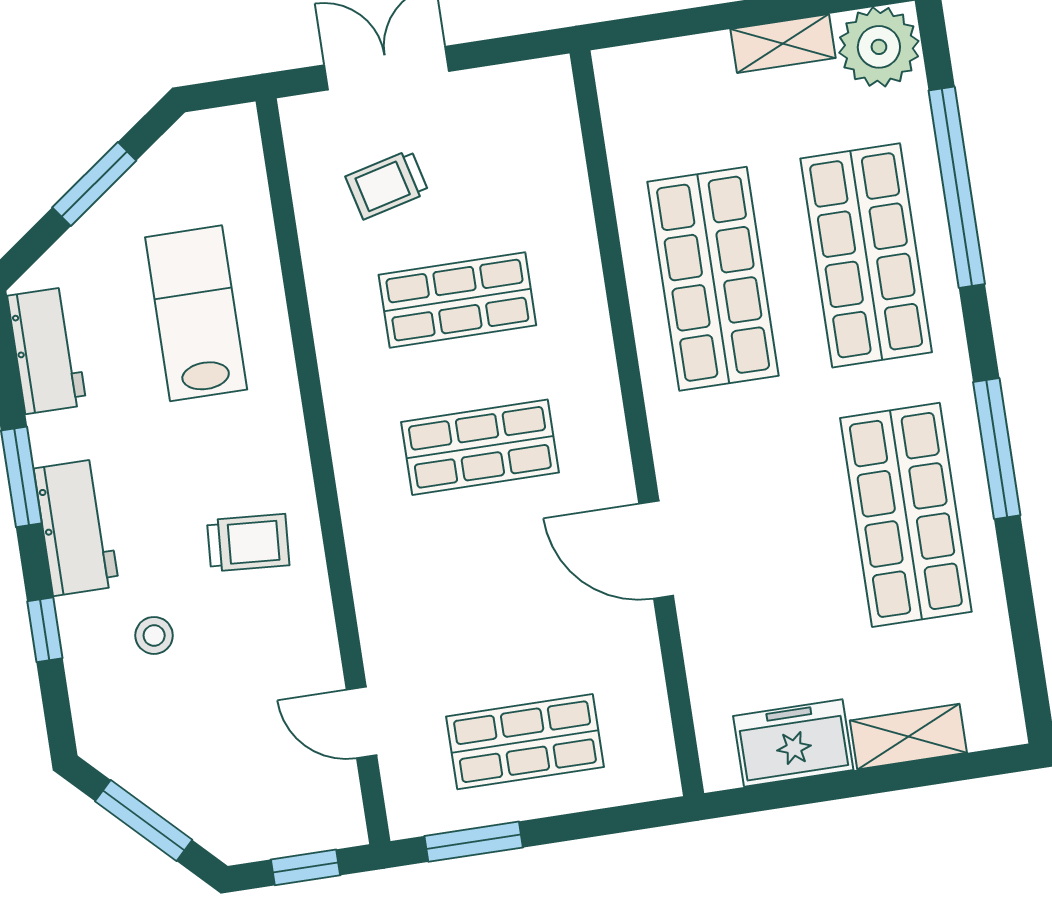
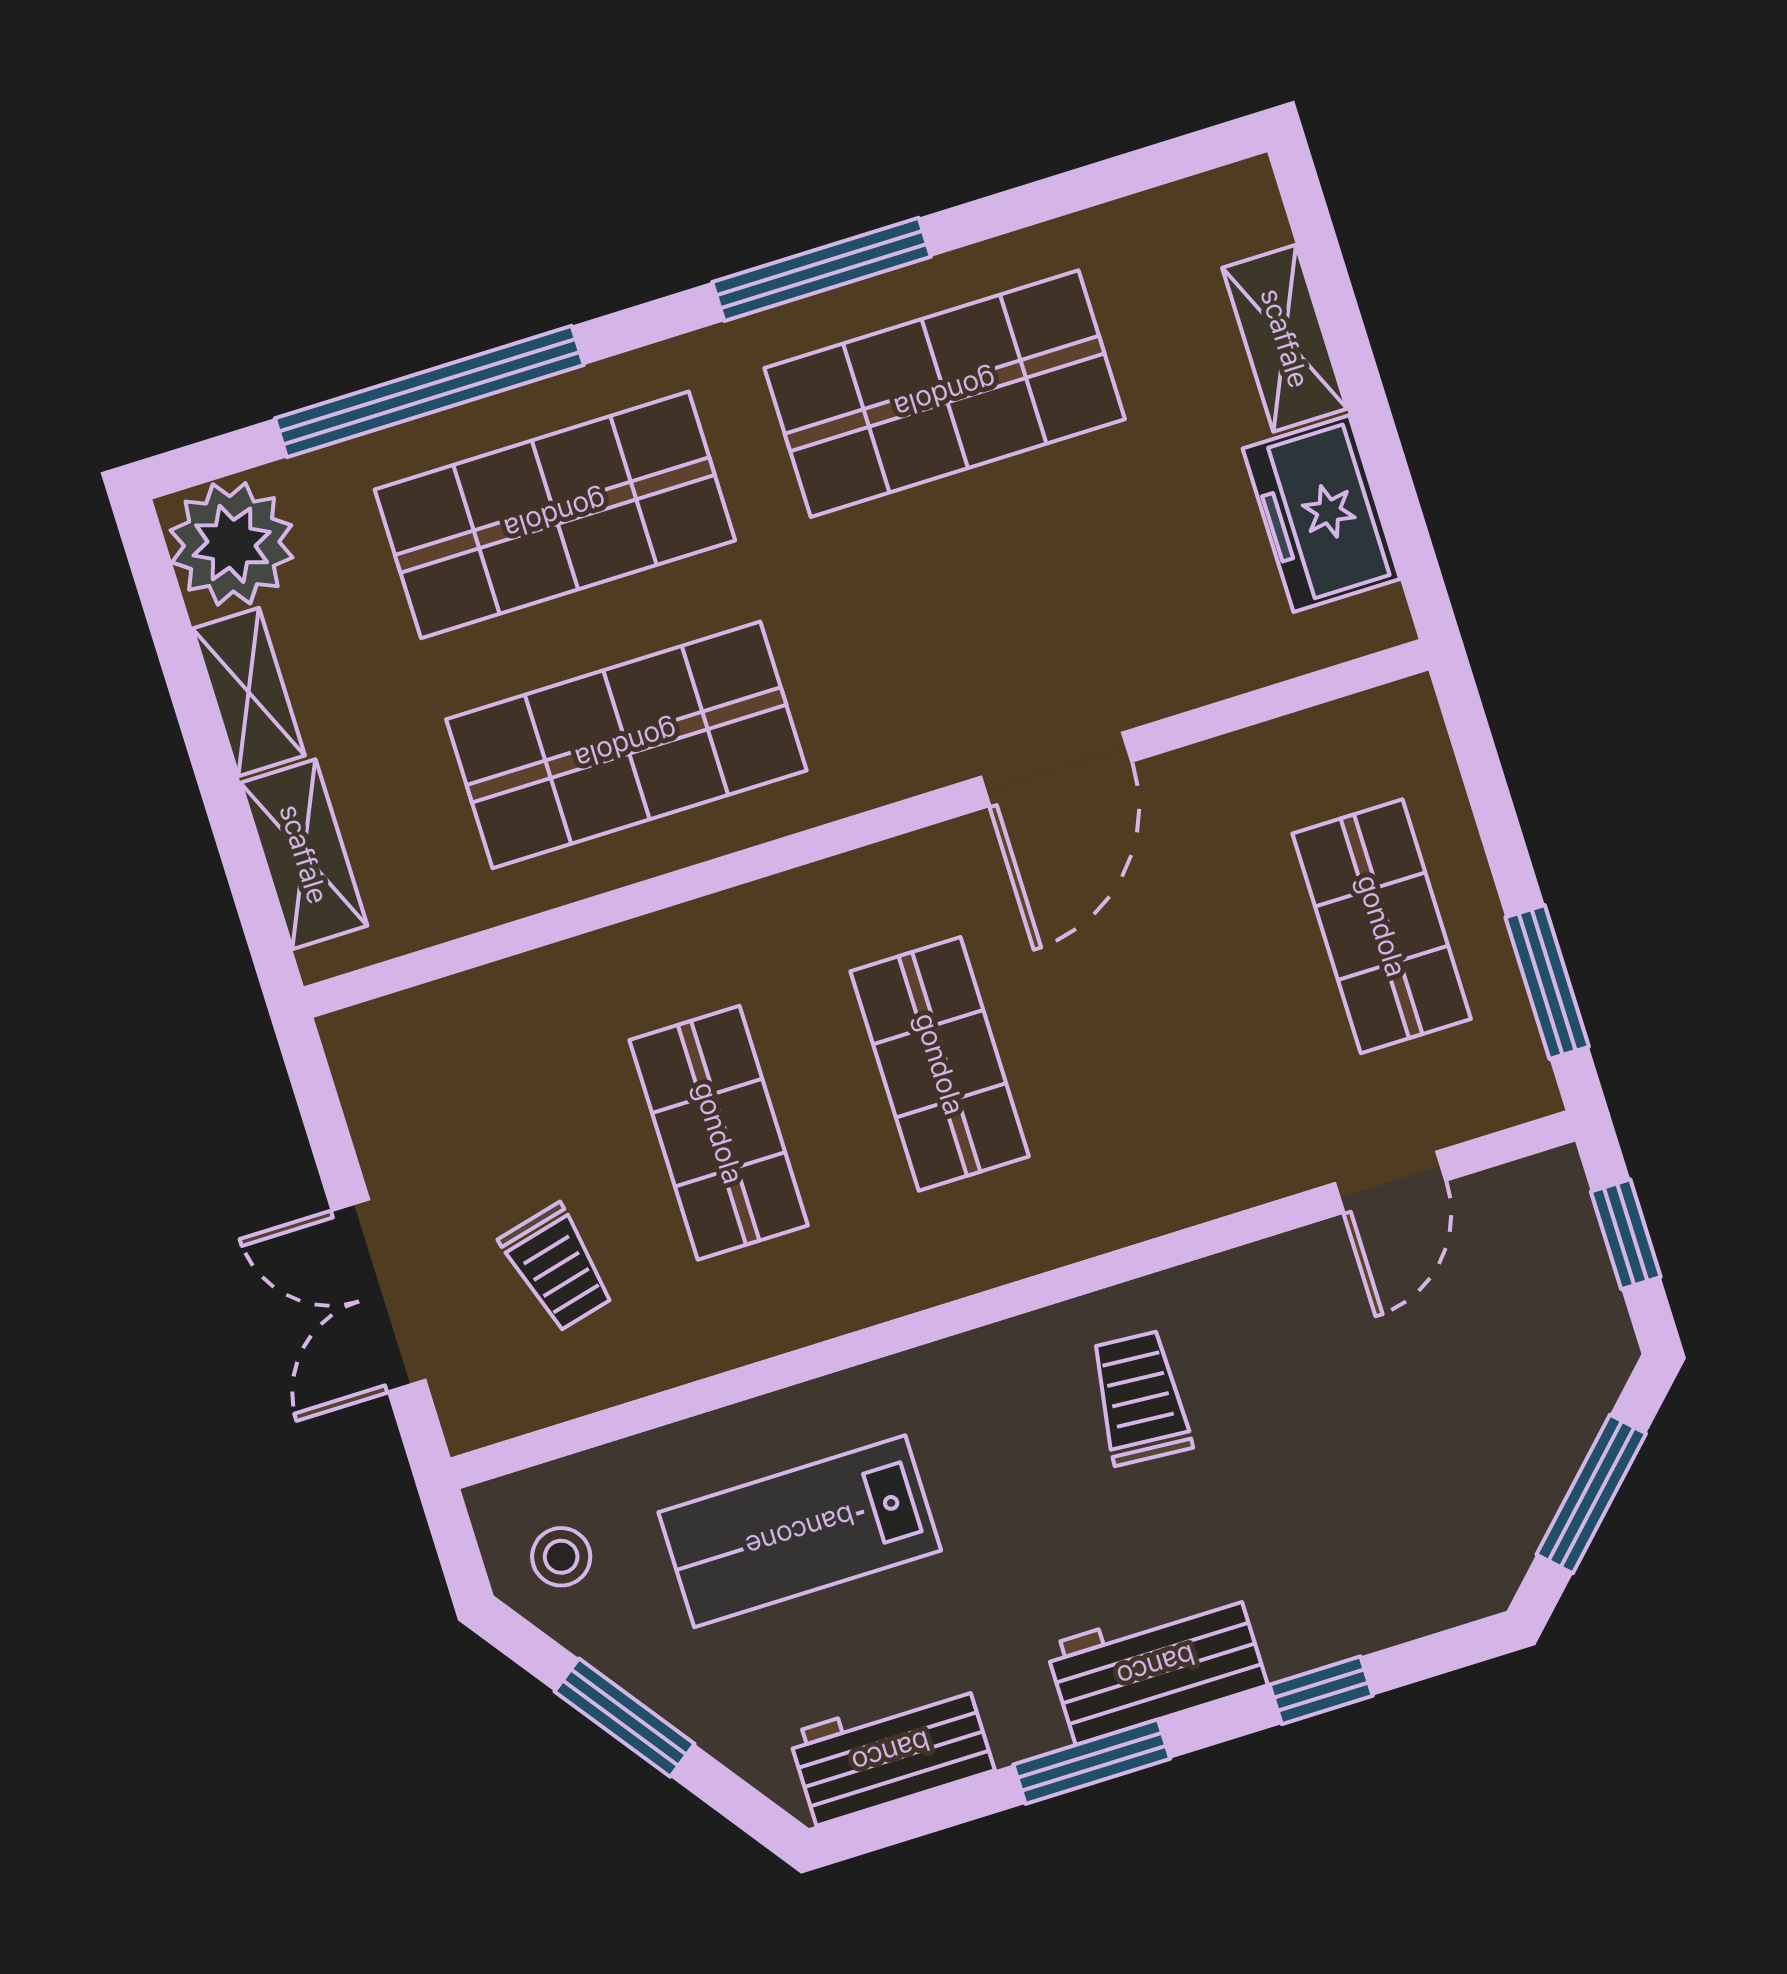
shelving: (674, 63) -> (304, 854), added
stool: (154, 635) -> (561, 1557), moved

